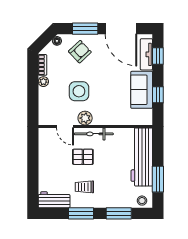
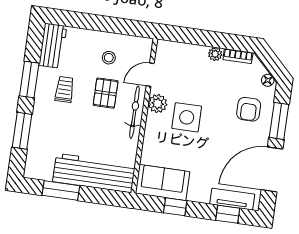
armchair: (80, 52) -> (249, 109), turned 43
sofa: (142, 90) -> (163, 183), moved
side table: (79, 91) -> (187, 117), moved
stool: (142, 201) -> (109, 58), moved

